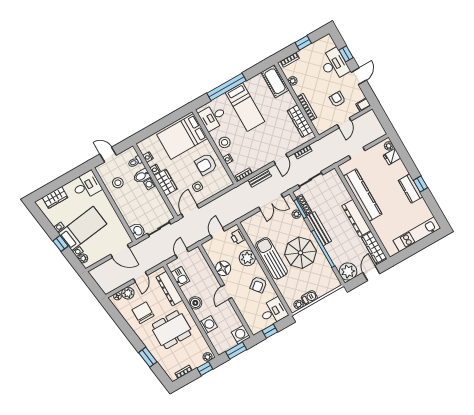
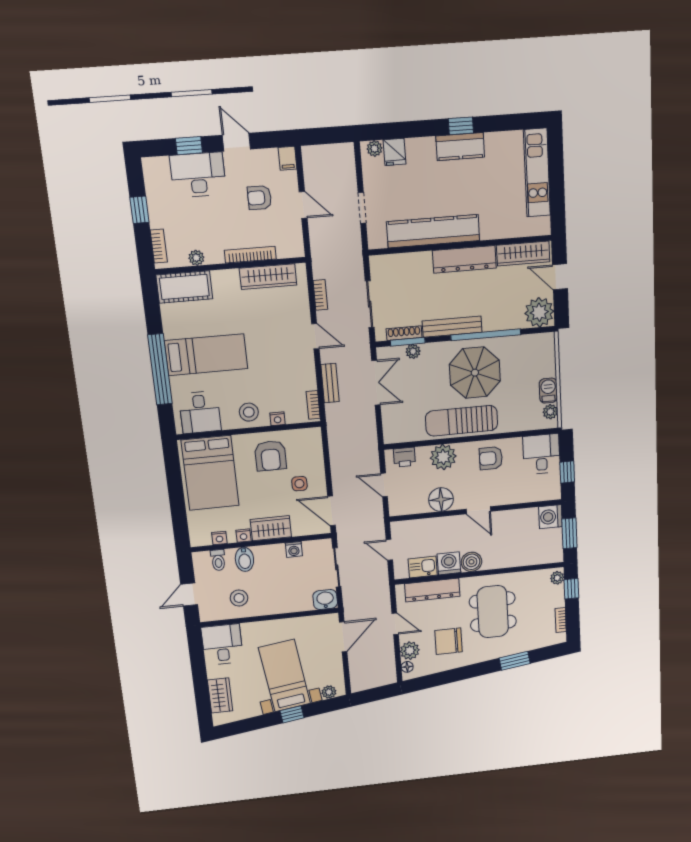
washing machine: (150, 184) -> (294, 549), moved
armchair: (258, 285) -> (491, 458), turned 129
washing machine: (208, 325) -> (449, 563), moved

